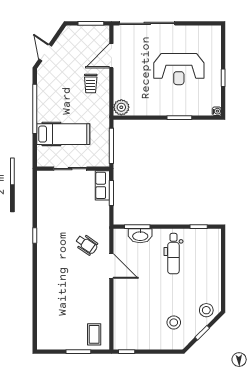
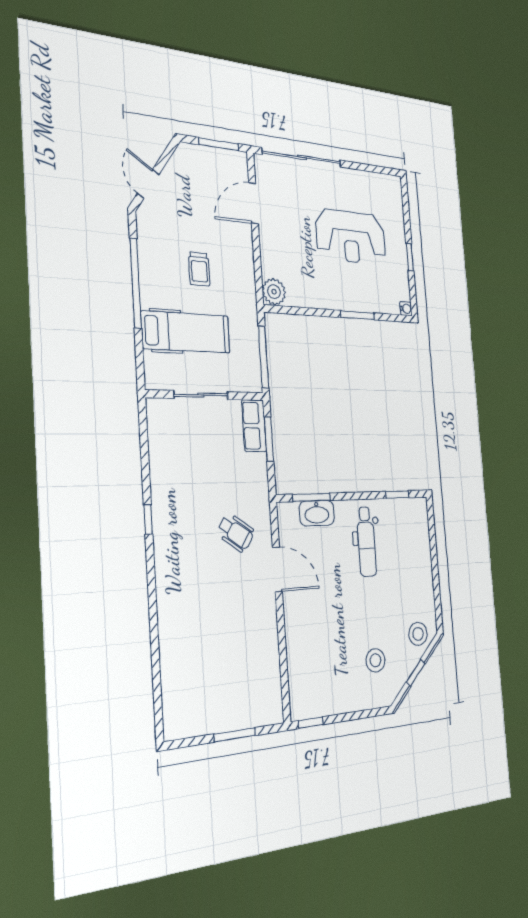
trolley: (91, 84) -> (199, 269), moved
coffee table: (94, 334) -> (258, 698), removed

